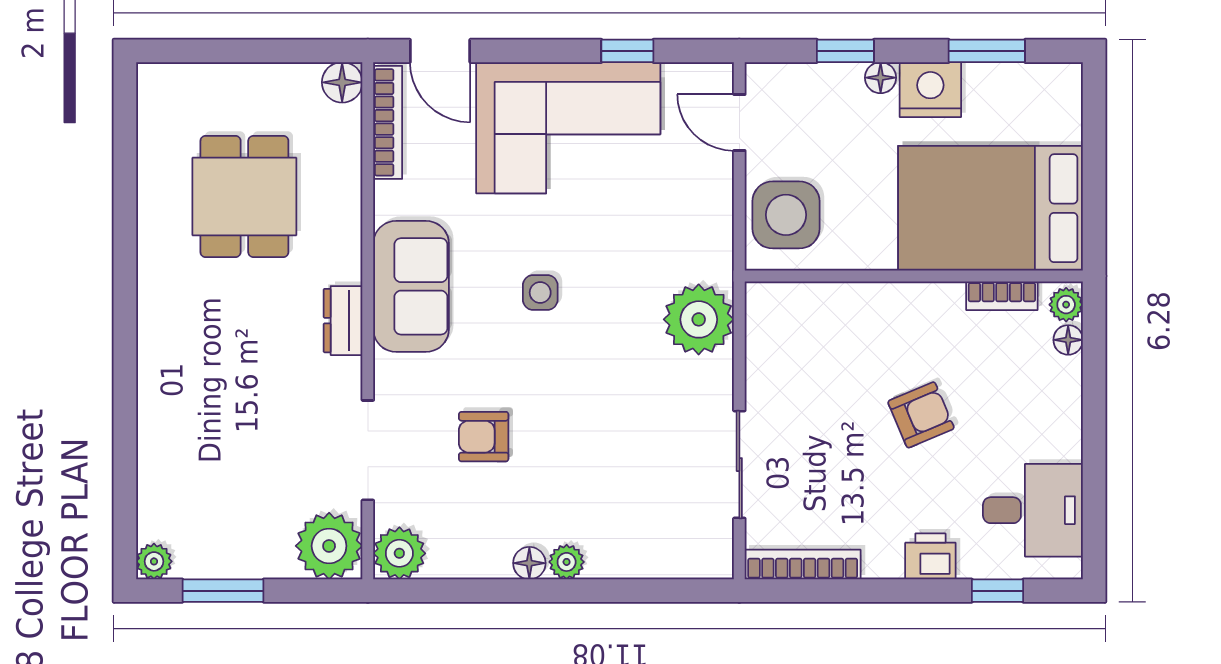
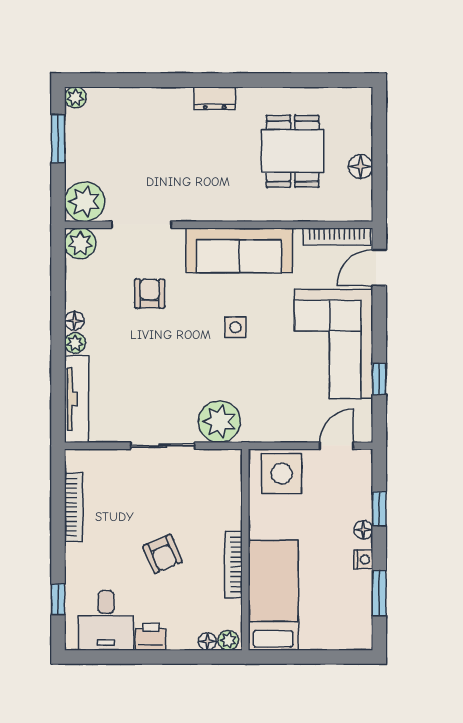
floor lamp: (342, 82) -> (361, 167), moved
nightstand: (930, 90) -> (363, 559), width x0.53, depth x0.56
dining table: (244, 196) -> (293, 151), turned 90
bed: (991, 208) -> (273, 595), width x0.67
sofa: (411, 286) -> (239, 250), width x1.36
bookcase: (1002, 296) -> (234, 565), moved, width x1.56
dresser: (343, 321) -> (215, 98), moved, turned 180
sliding door: (739, 465) -> (163, 446), moved
printer: (930, 556) -> (151, 637), moved, turned -90
tv unit: (661, 560) -> (77, 399), added
bookcase: (803, 565) -> (74, 507), moved

